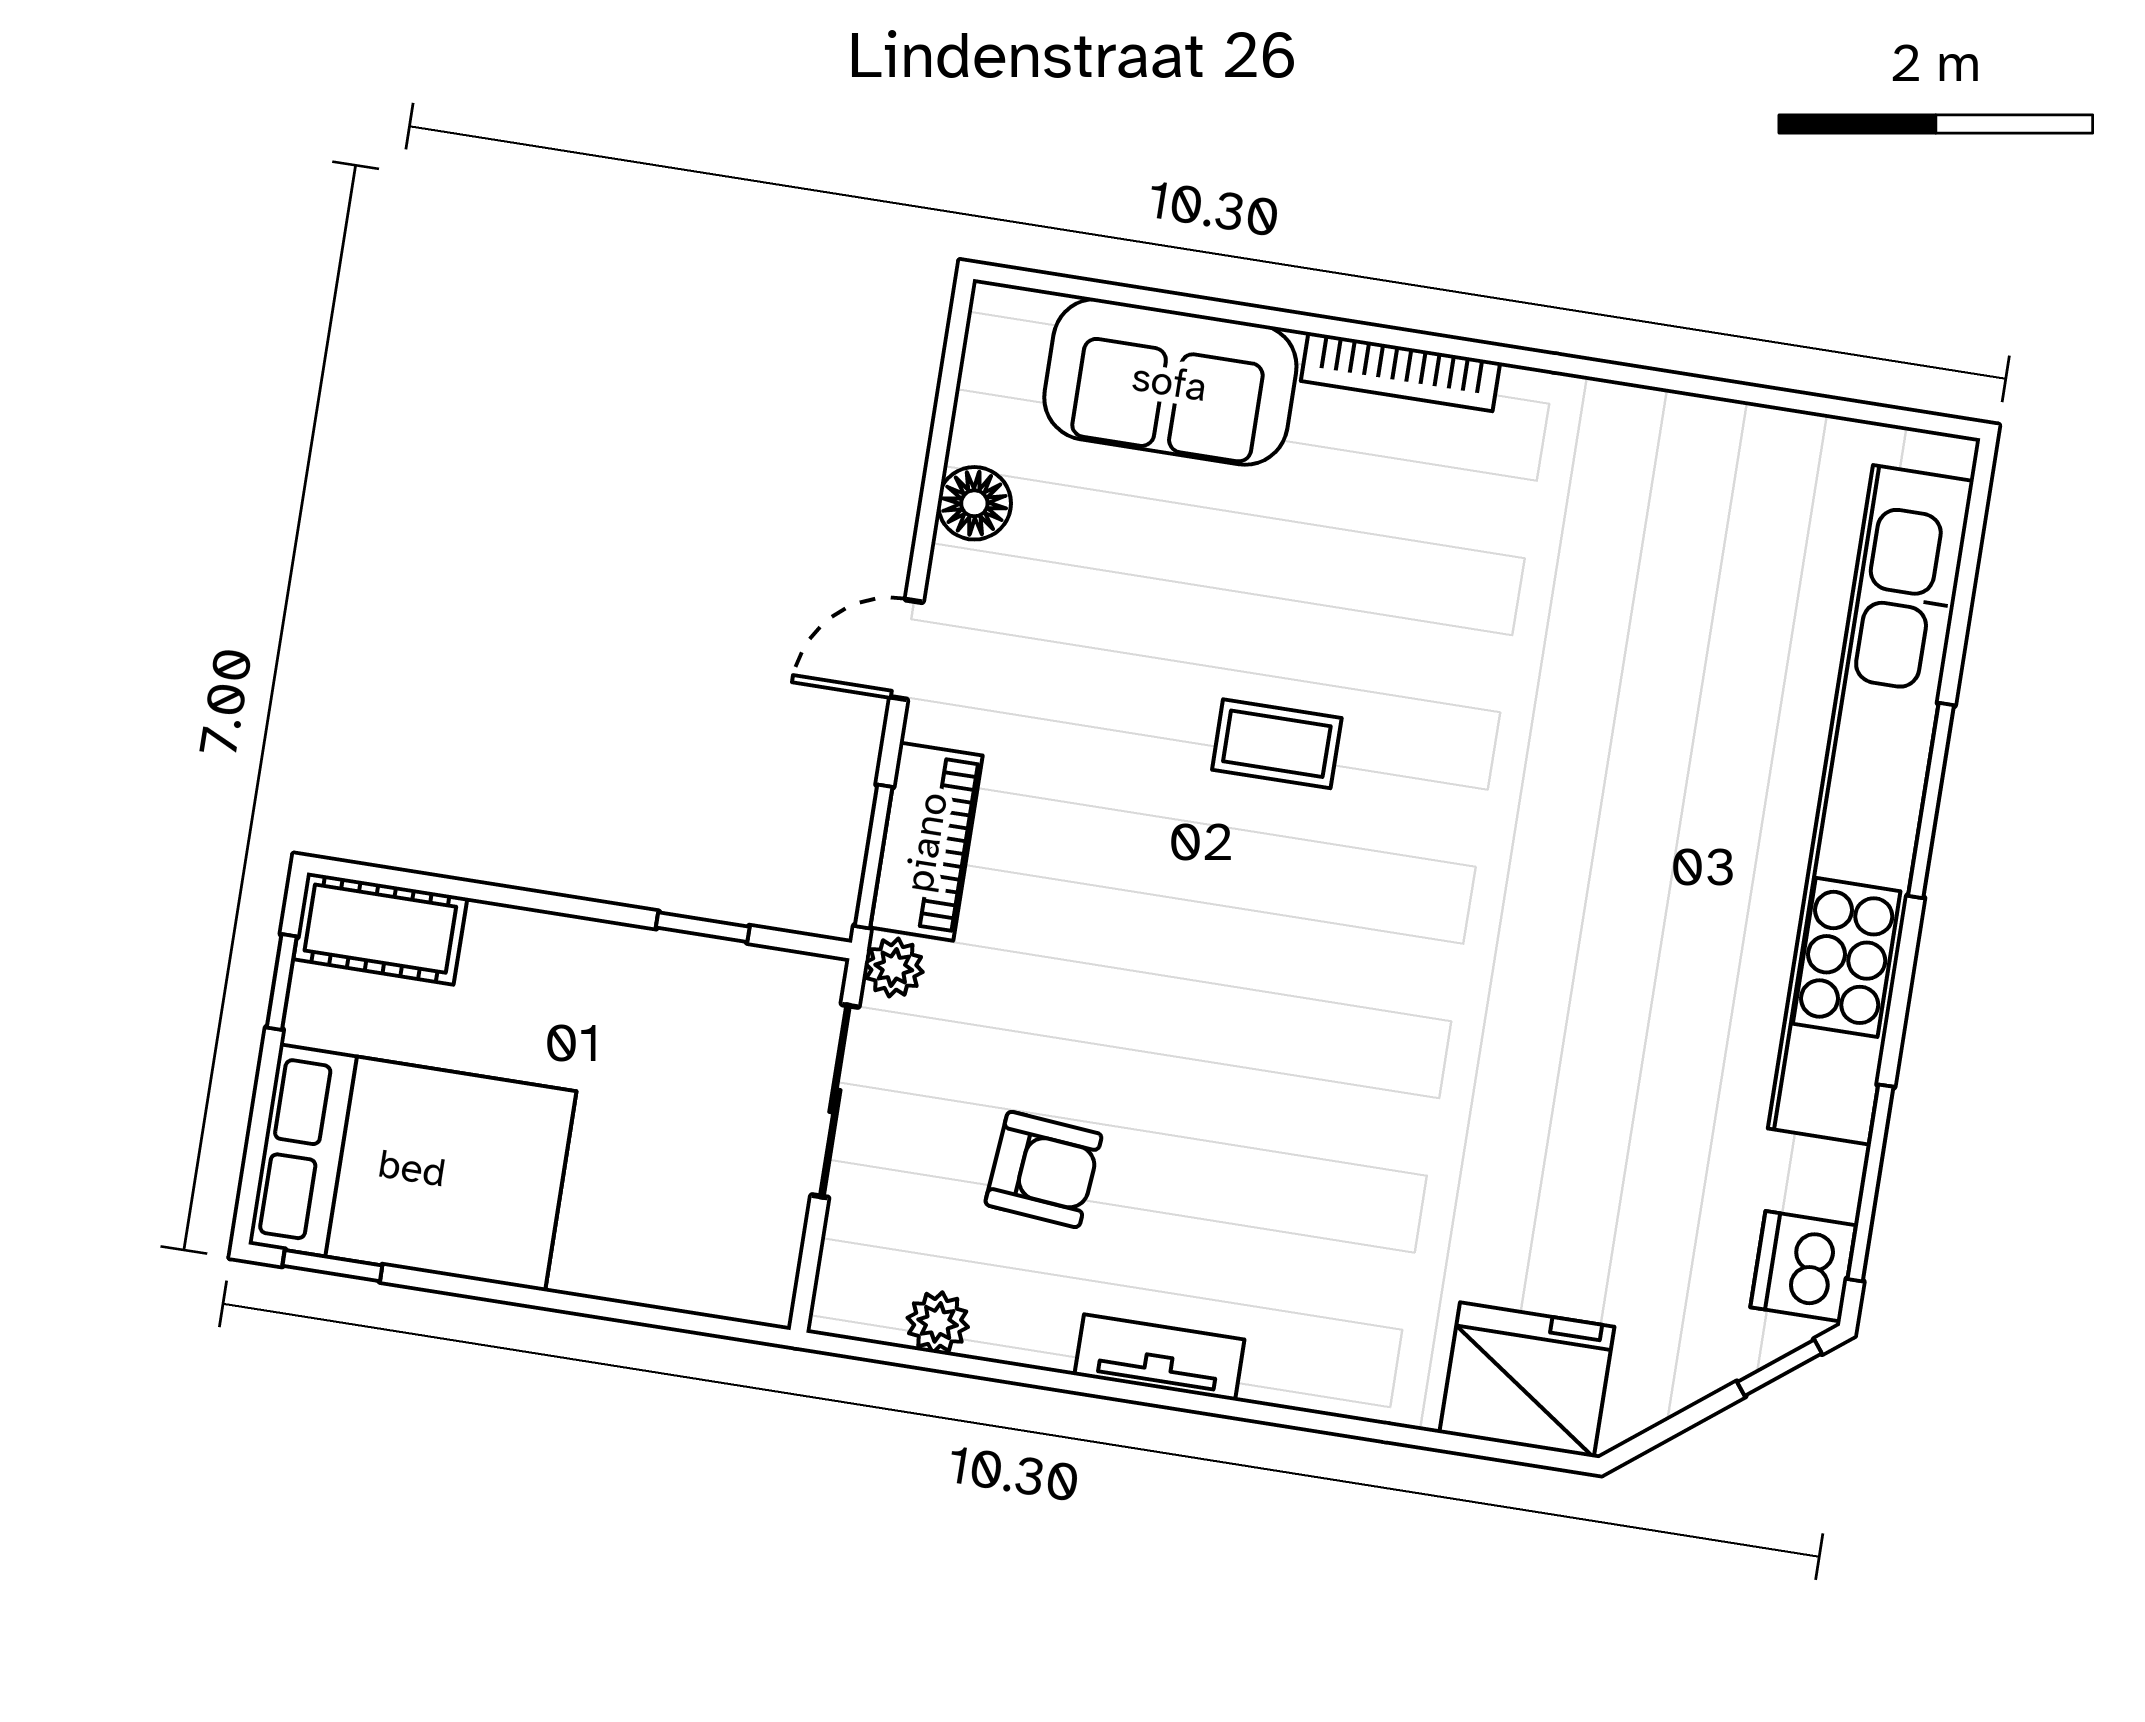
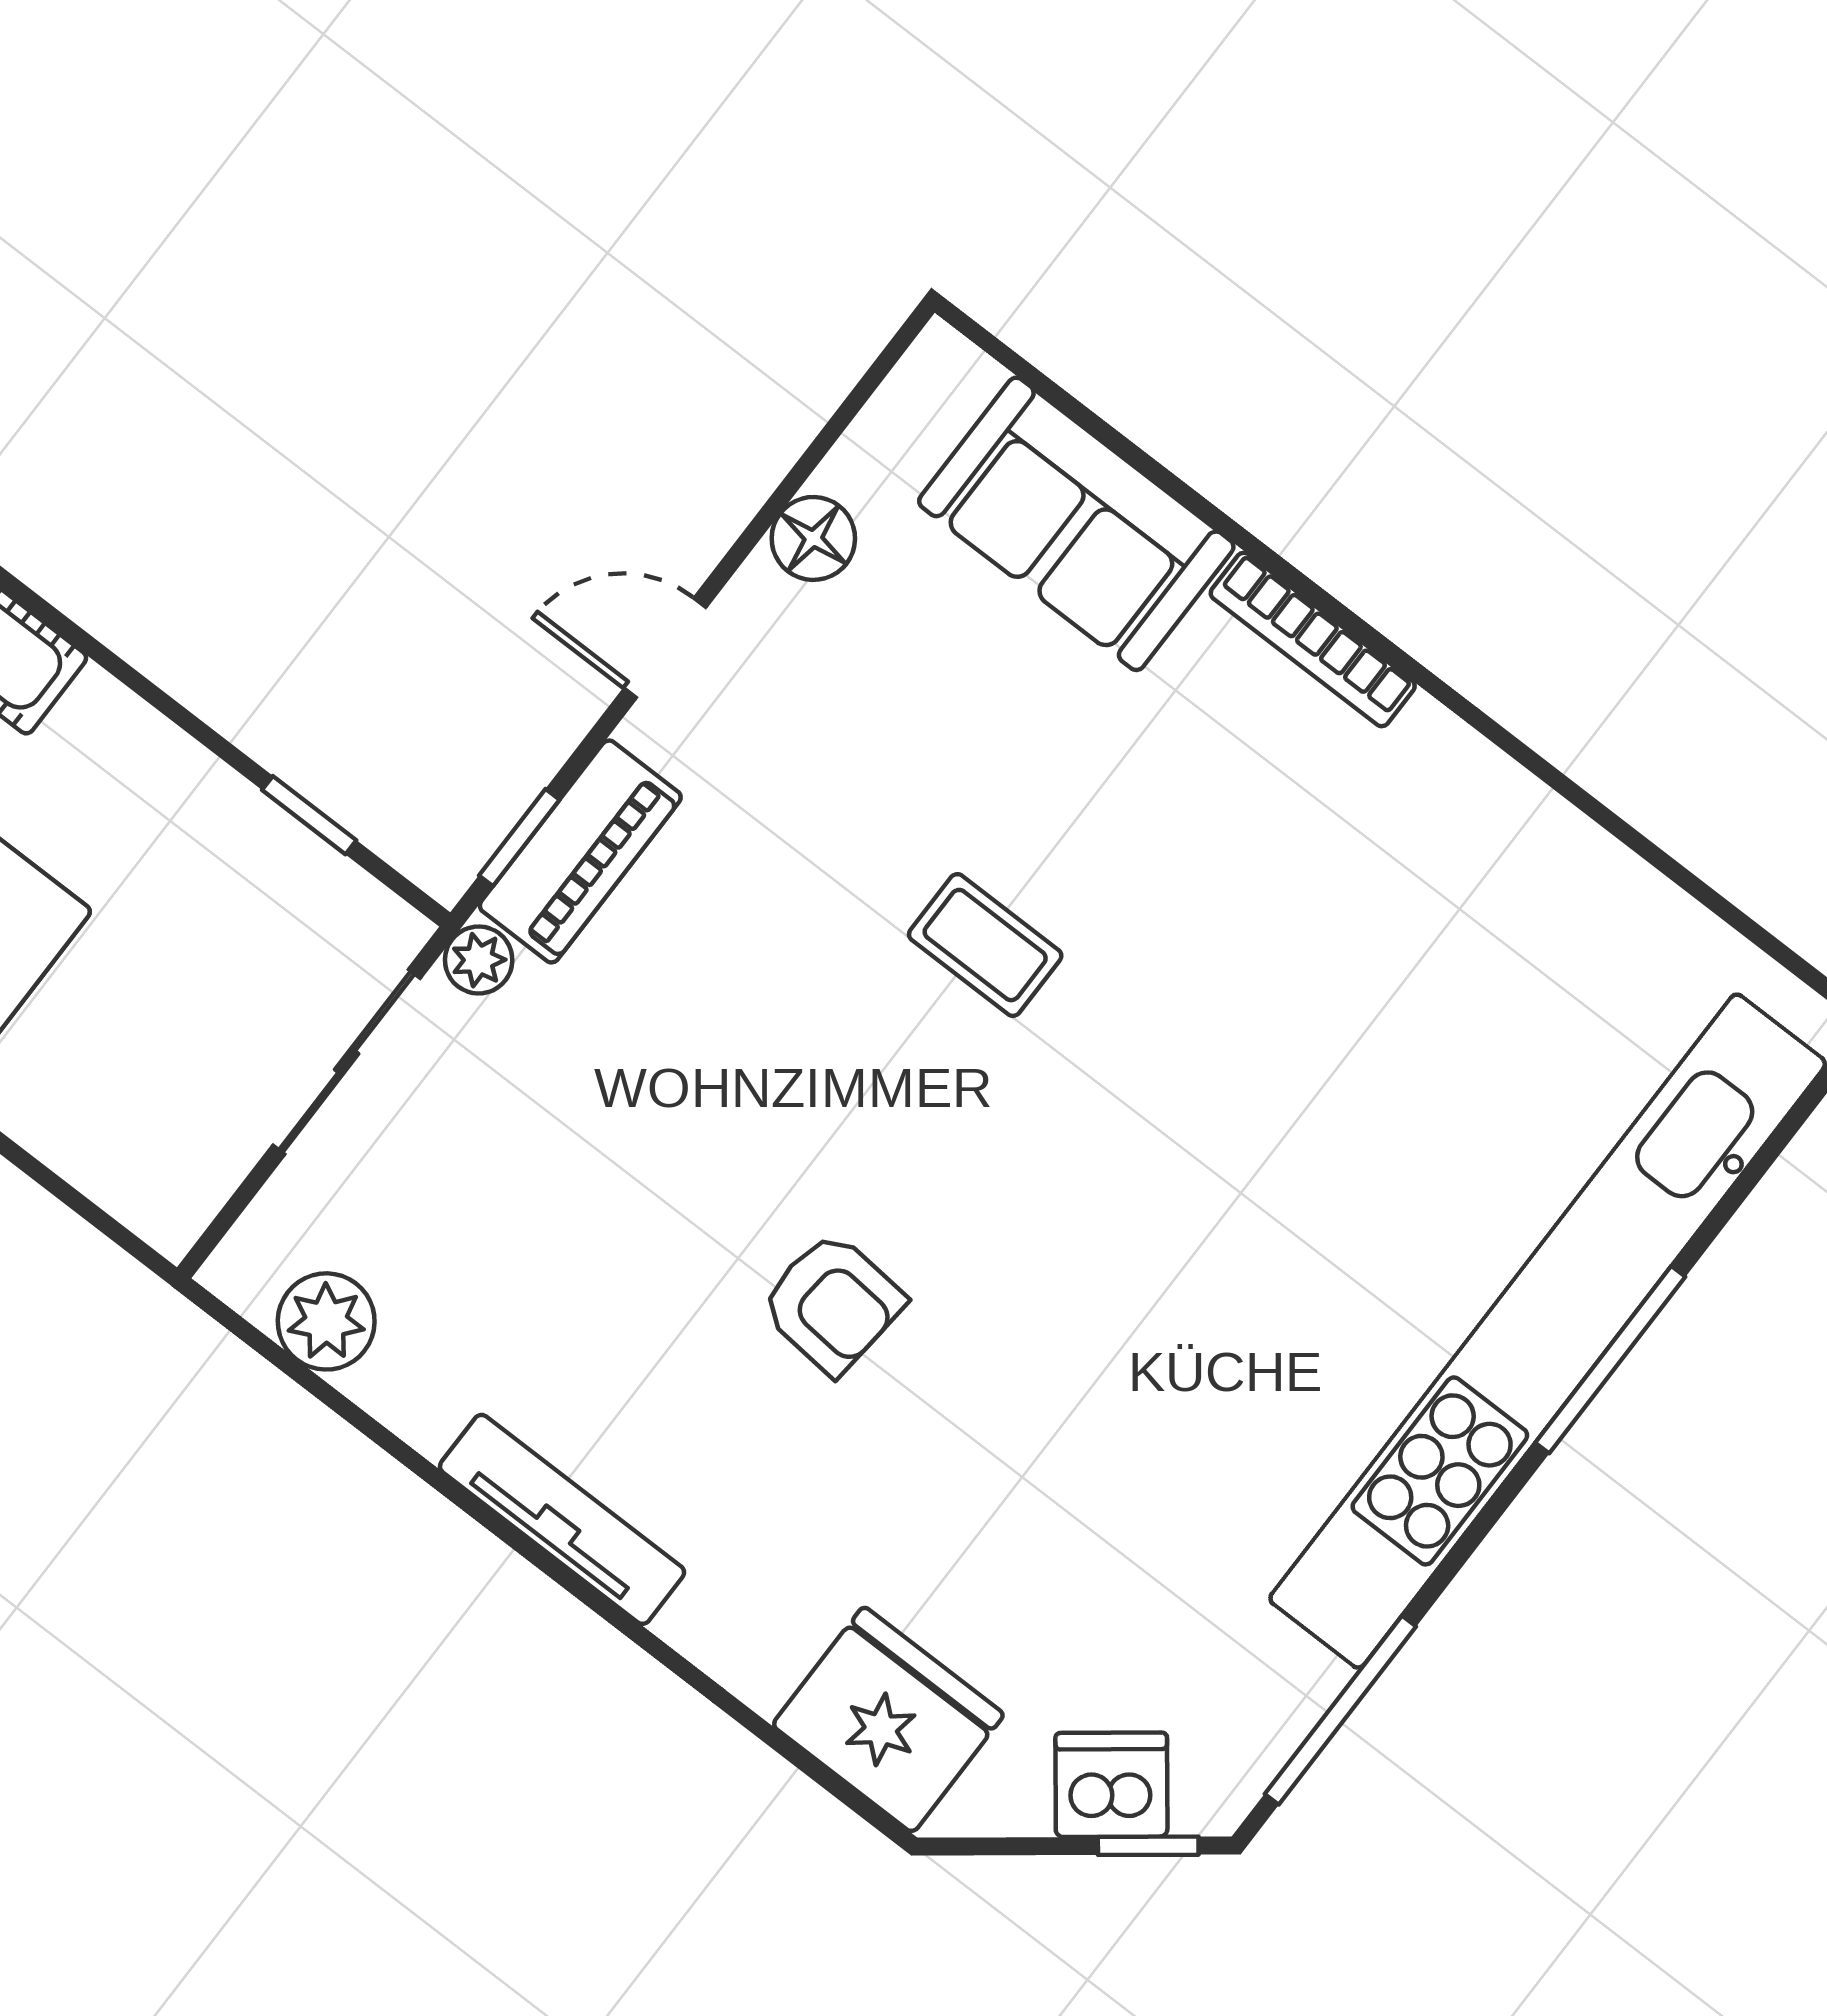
window: (874, 856) -> (519, 838), width x0.67
armchair: (1043, 1169) -> (832, 1303), moved
dishwasher: (1803, 1266) -> (1111, 1785), moved, turned 52
plant: (938, 1322) -> (326, 1321), width x1.38, depth x1.38
tv unit: (1159, 1357) -> (562, 1519), width x1.41

